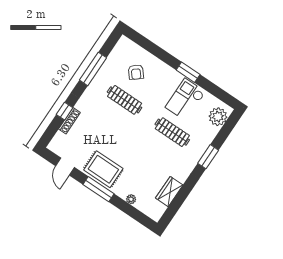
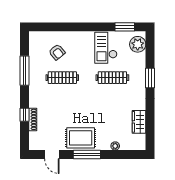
window: (188, 72) -> (125, 27), moved

